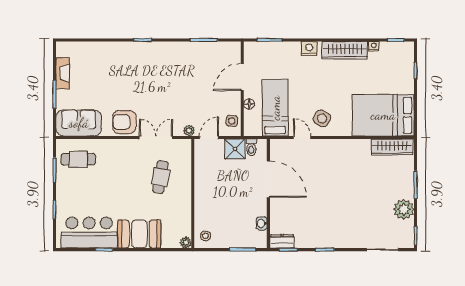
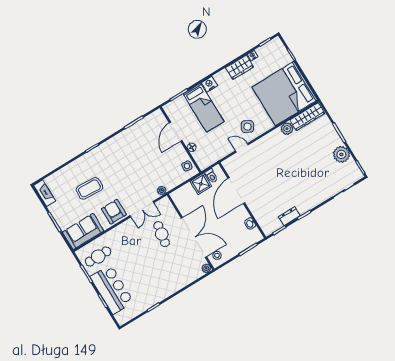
wardrobe: (345, 50) -> (240, 67), width x0.67
fireplace: (63, 73) -> (45, 193), moved
coffee table: (113, 81) -> (89, 188), added
bed: (275, 108) -> (204, 108), moved, turned 180
bed: (383, 115) -> (285, 94), width x1.36
armchair: (124, 122) -> (114, 212), turned 90
double door: (156, 138) -> (142, 209), swing flipped
door: (209, 138) -> (178, 187), removed
plant: (363, 147) -> (287, 129), added
door: (268, 179) -> (236, 190), swing flipped
double door: (193, 202) -> (194, 237), added
bar counter: (89, 233) -> (112, 289), moved, turned 90
booth: (139, 234) -> (171, 282), removed
dresser: (282, 241) -> (289, 216), moved

